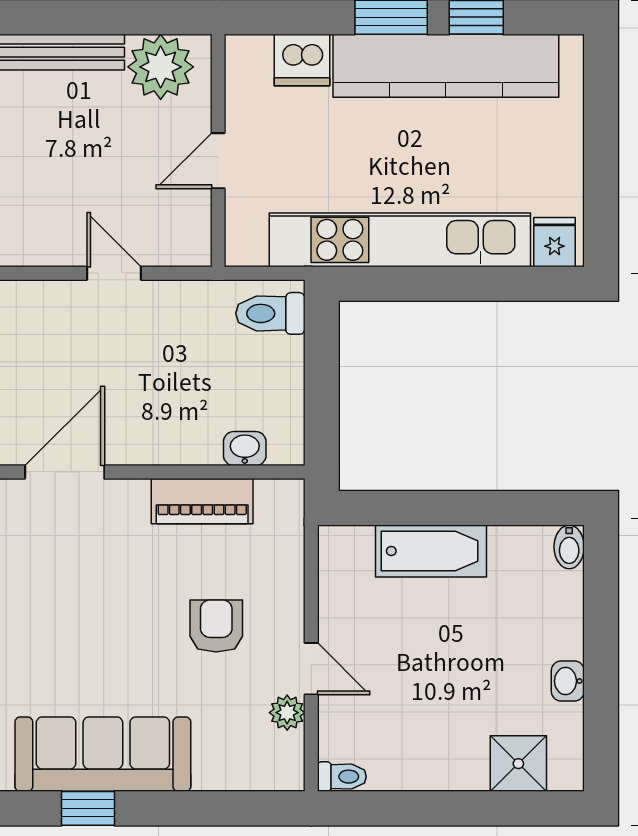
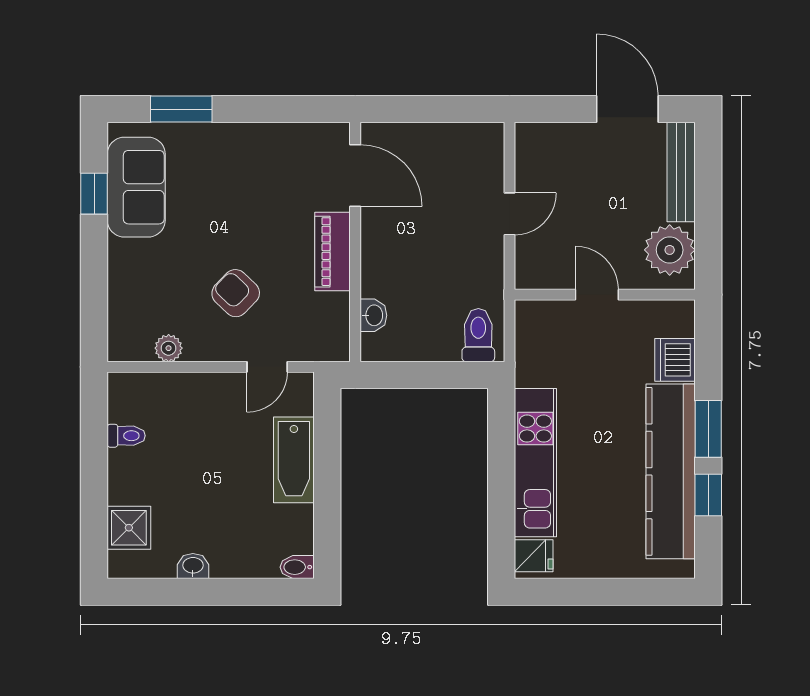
kitchen unit: (400, 240) -> (535, 463), width x0.73
piano: (202, 501) -> (333, 252), moved
armchair: (216, 626) -> (236, 293), turned -136
door: (311, 669) -> (267, 367), moved
sofa: (103, 754) -> (136, 187), width x0.73
toilet: (342, 777) -> (126, 436), moved, turned -90

